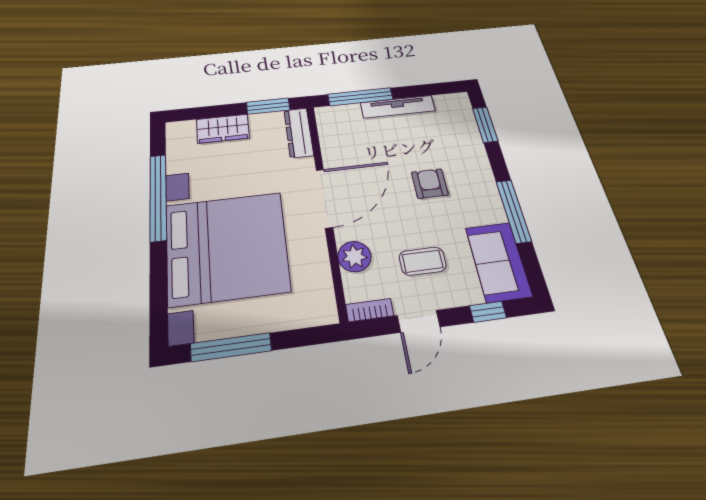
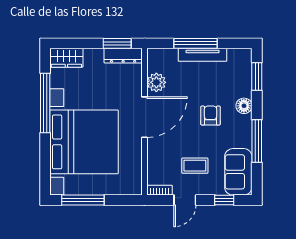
window: (360, 97) -> (195, 43), moved
wardrobe: (223, 129) -> (66, 58), moved
dresser: (299, 133) -> (123, 56), moved, turned -90
floor lamp: (478, 164) -> (244, 106), added
plant: (354, 257) -> (156, 82), moved

